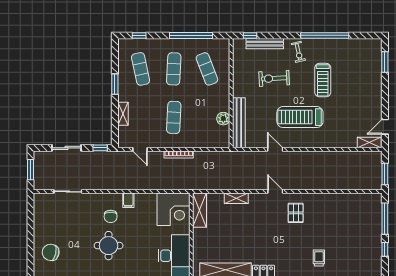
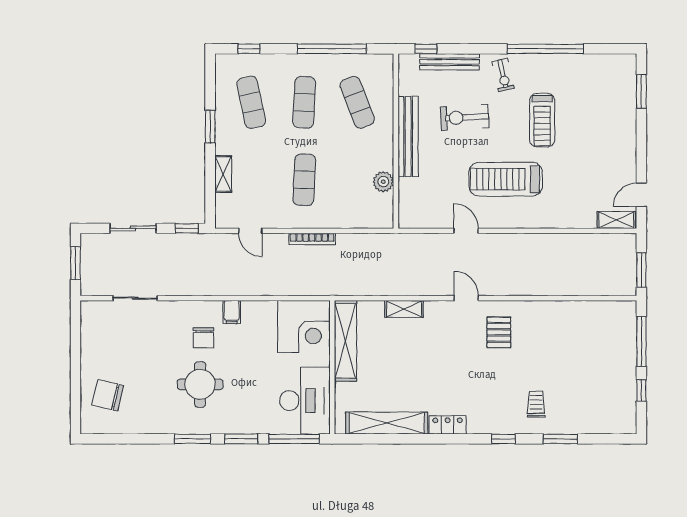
bench: (239, 123) -> (408, 136), moved
shelving: (200, 210) -> (346, 341), width x1.47

